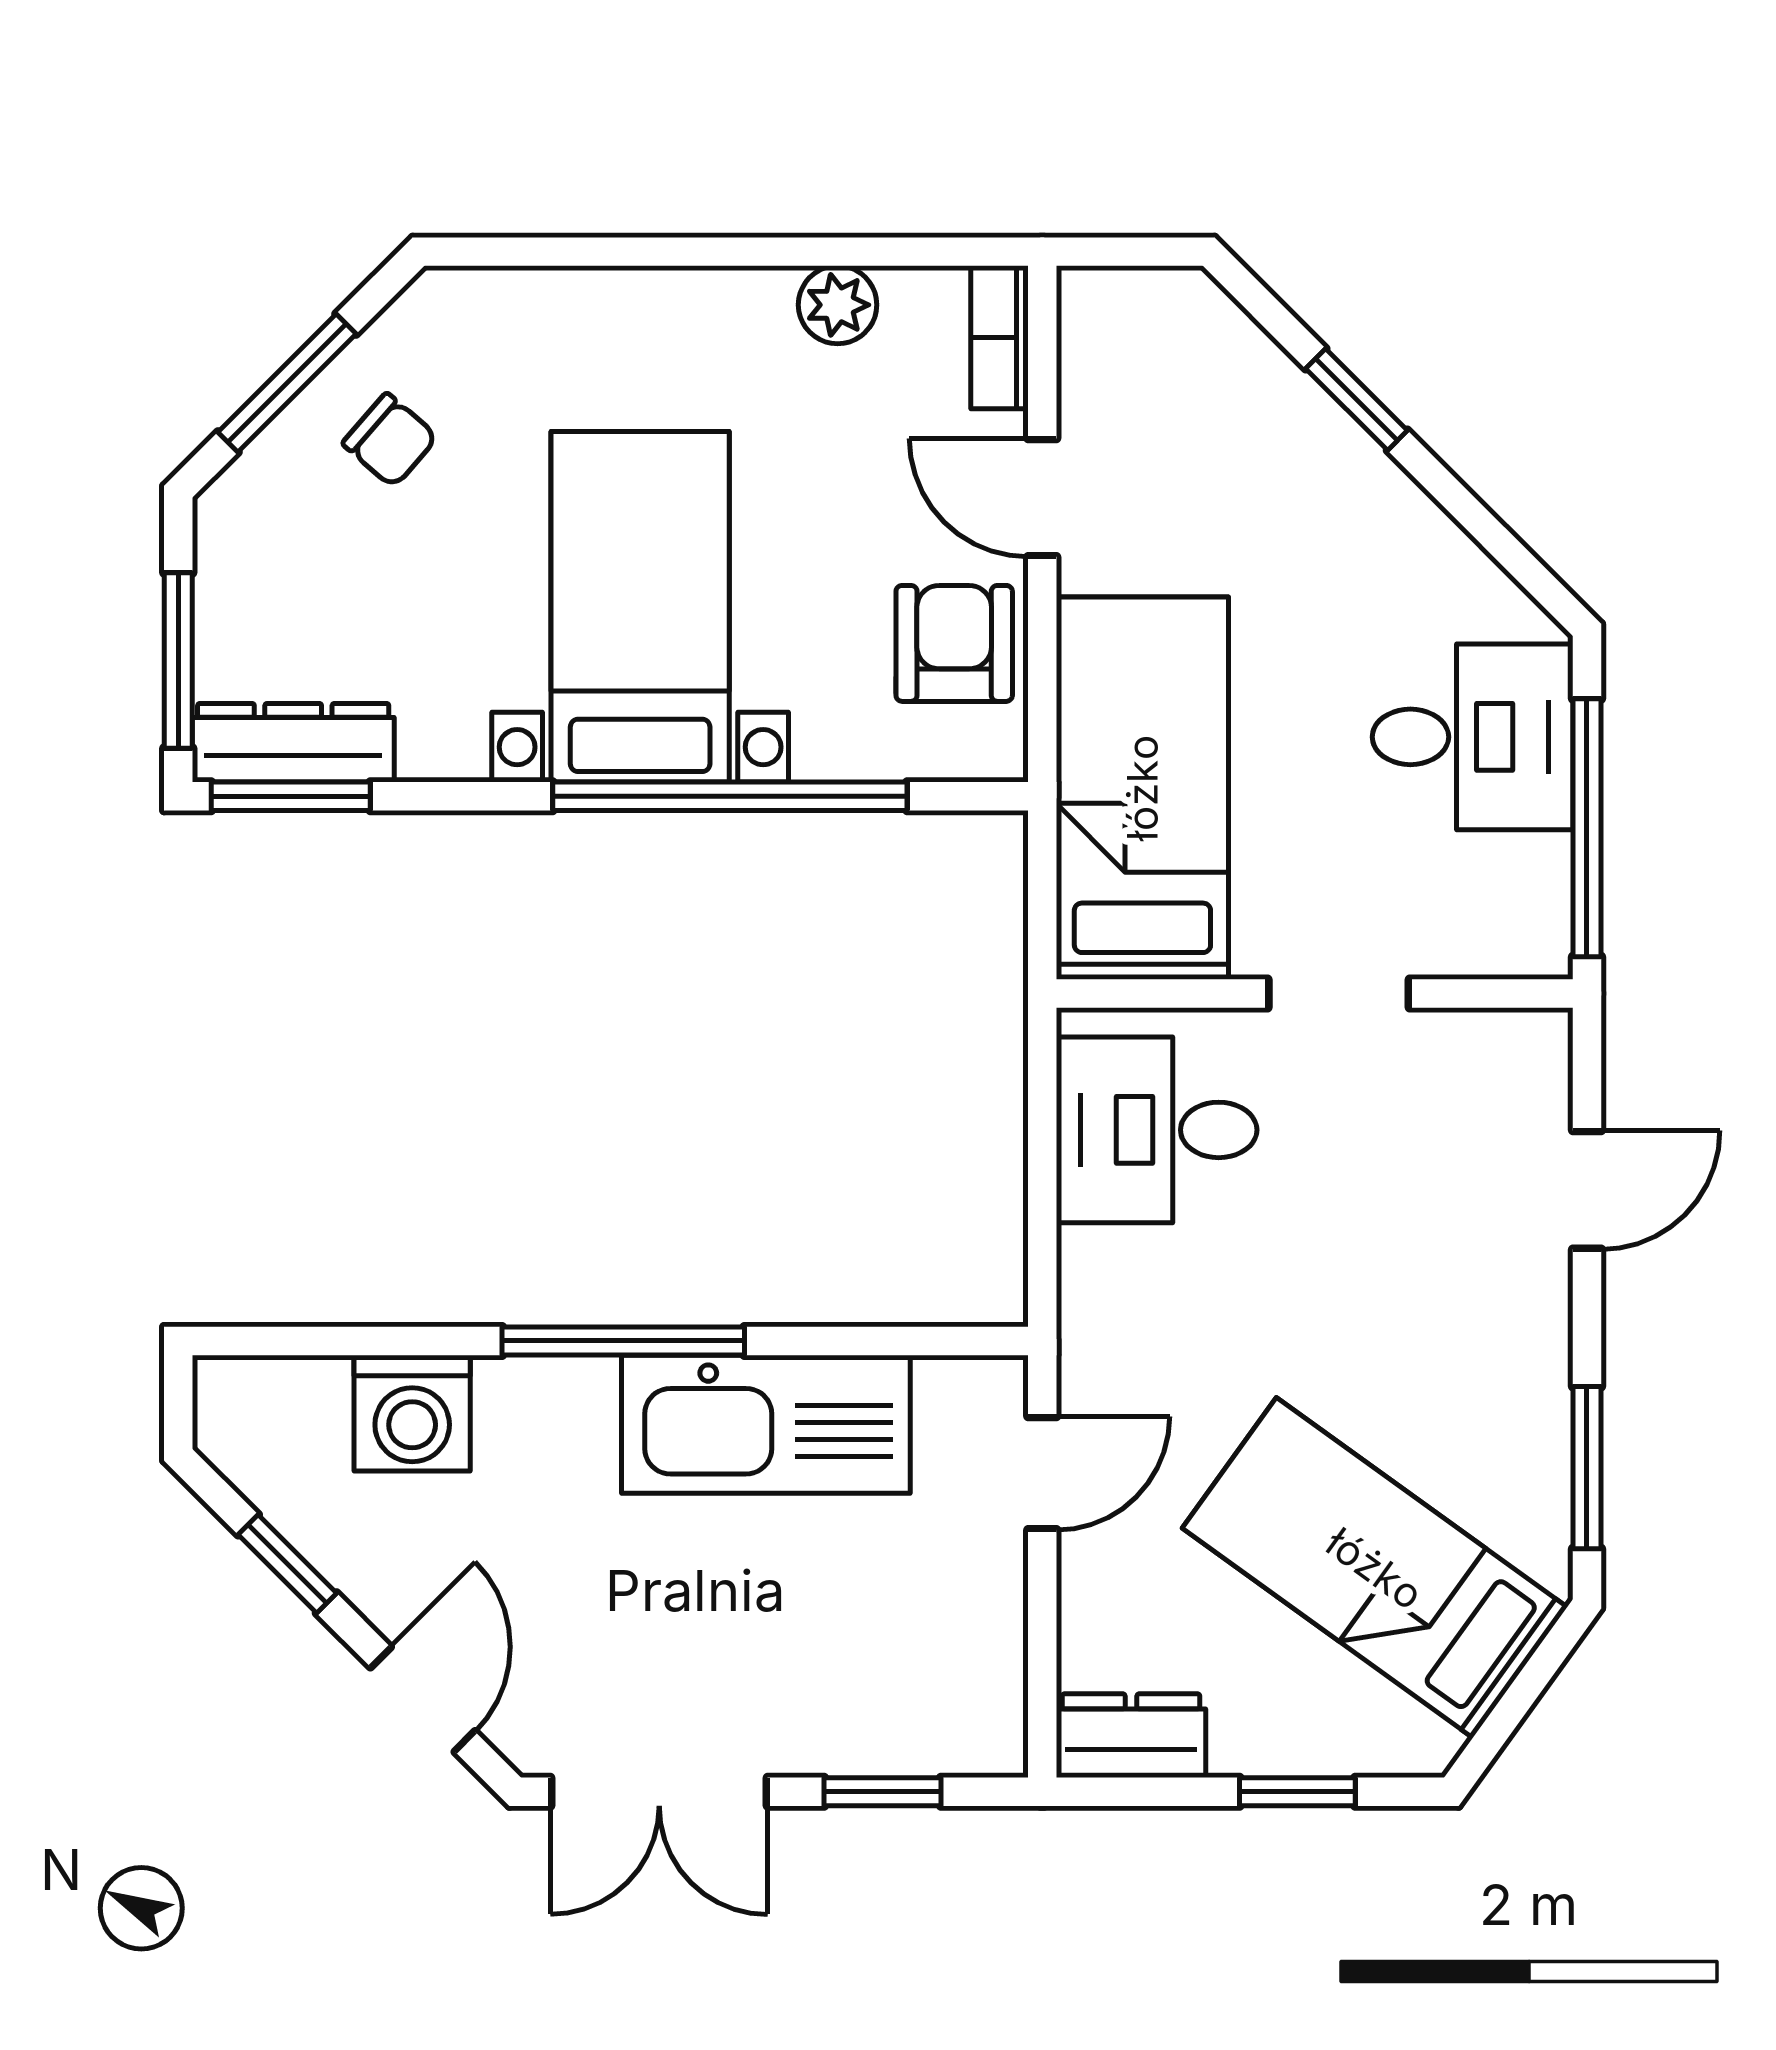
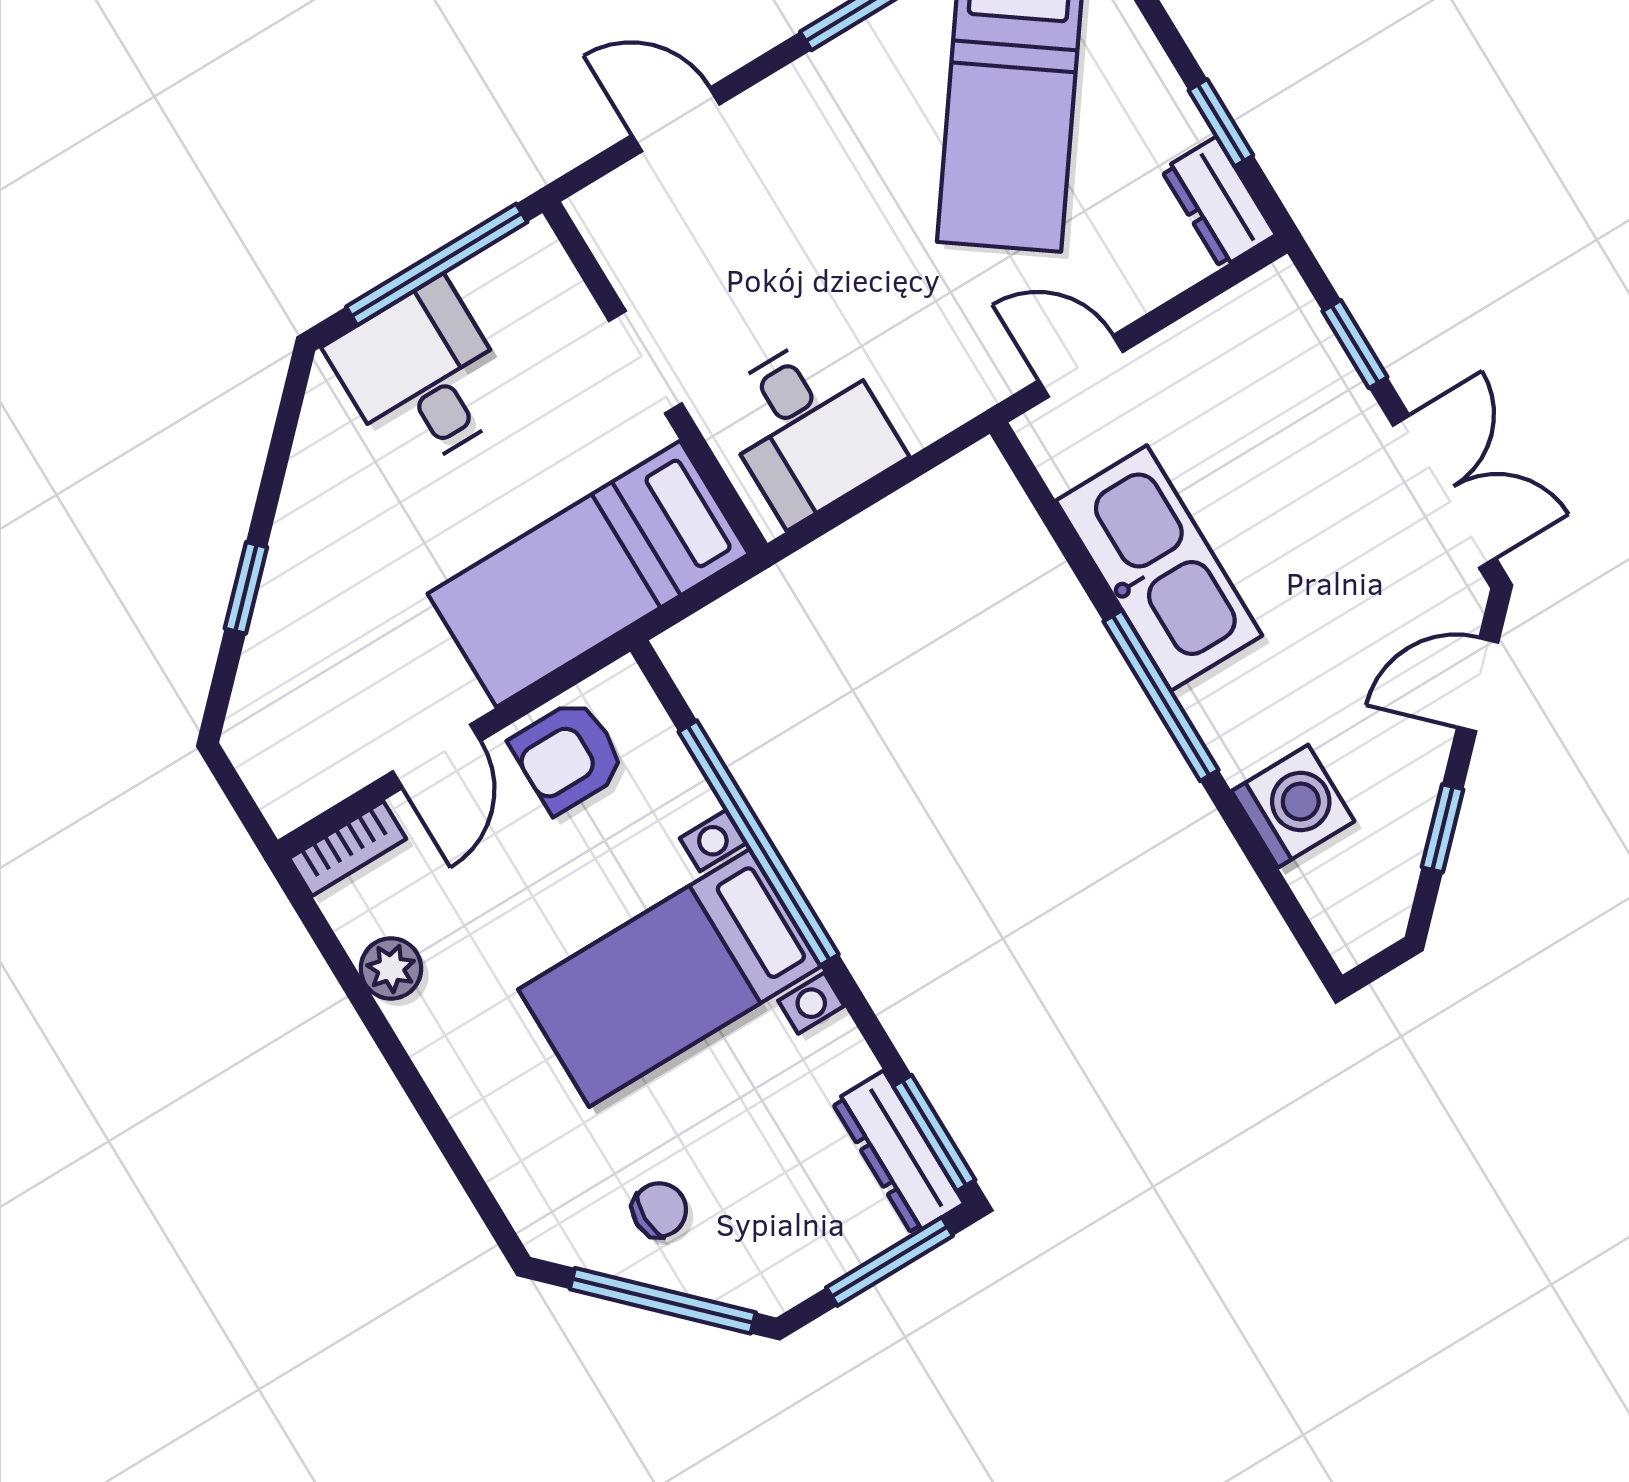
window: (287, 383) -> (663, 1301), width x1.44
chair: (390, 440) -> (659, 1210), turned 49
window: (1297, 1792) -> (1221, 123), moved

